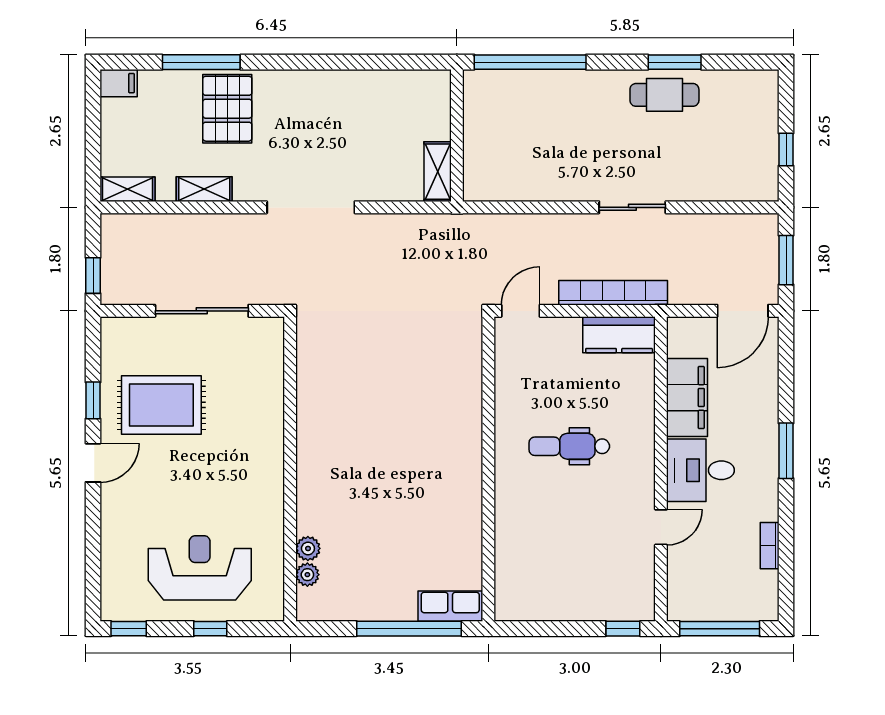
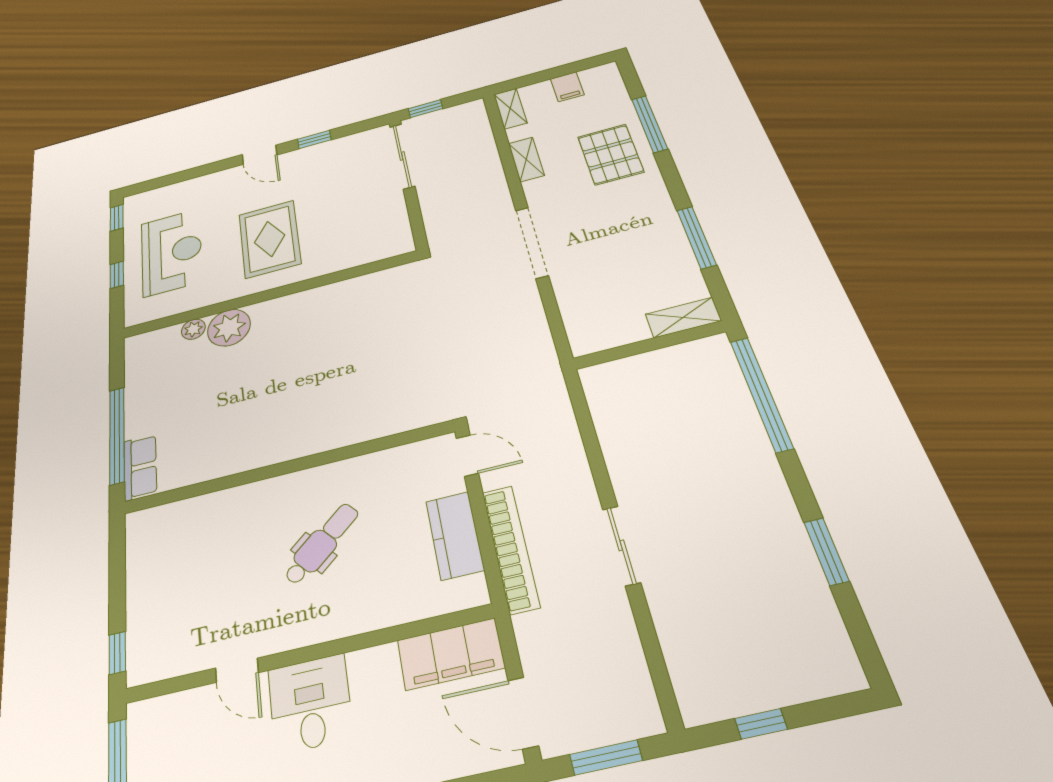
window: (355, 62) -> (696, 237), added
filing cabinet: (119, 83) -> (567, 87), moved
cafe table: (664, 95) -> (778, 549), removed
pallet: (227, 109) -> (610, 154), turned 90
shelving: (438, 172) -> (683, 318), moved
sliding door: (202, 311) -> (402, 156), moved
kitchen counter: (619, 335) -> (455, 535), moved
filing cabinet: (687, 397) -> (451, 654), moved
rug: (161, 405) -> (270, 239), moved
dental chair: (569, 446) -> (321, 544), turned 49
plant: (307, 575) -> (229, 328), moved, width x1.88, depth x1.88

